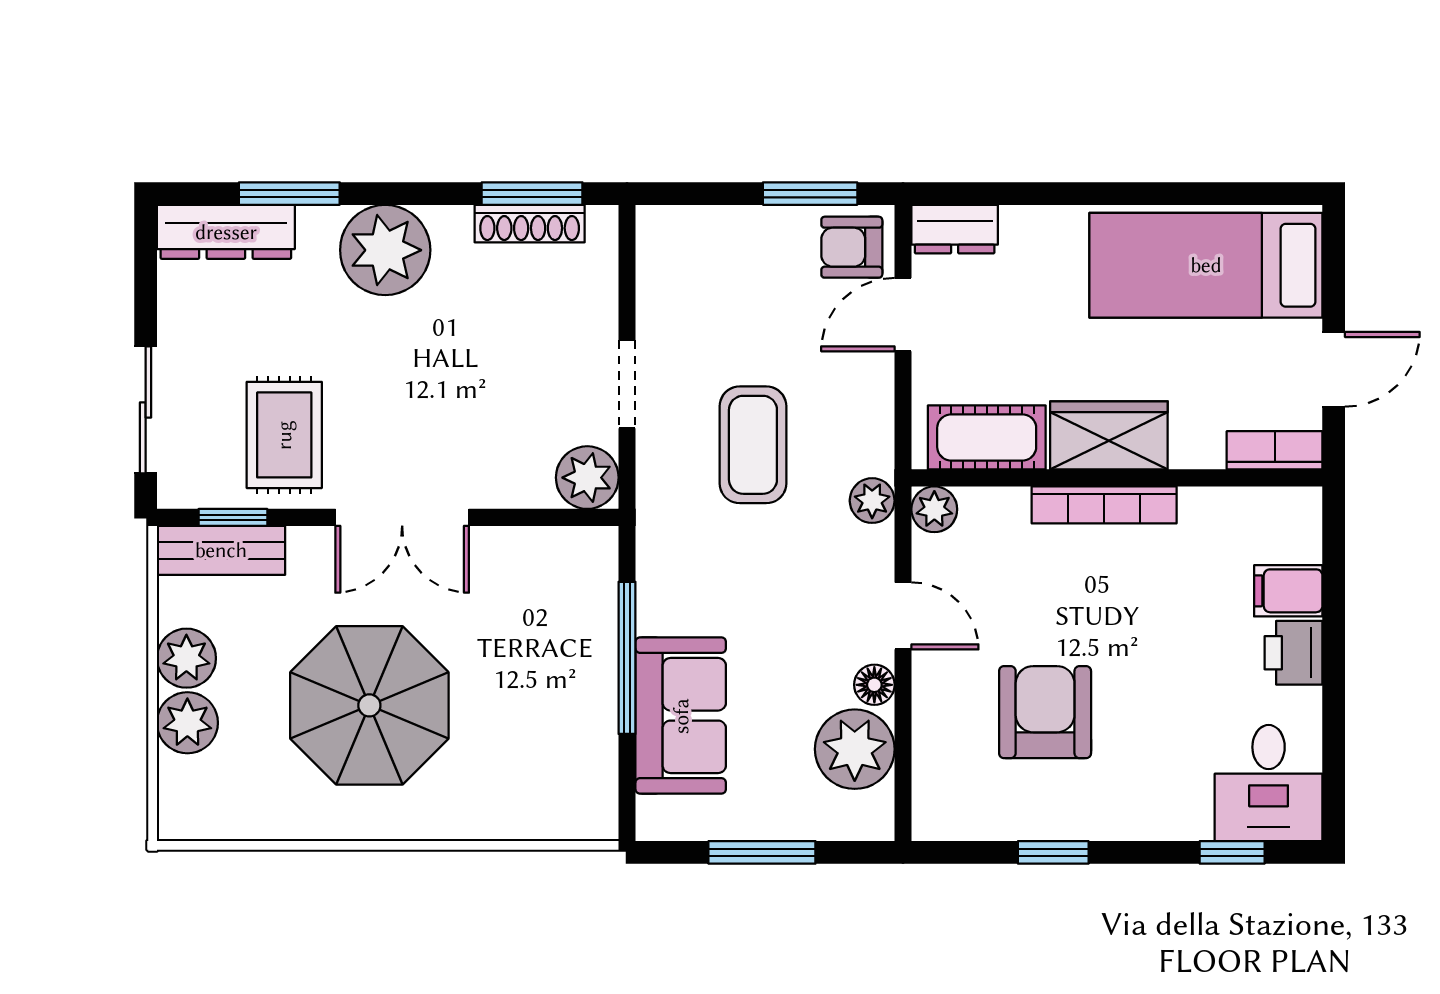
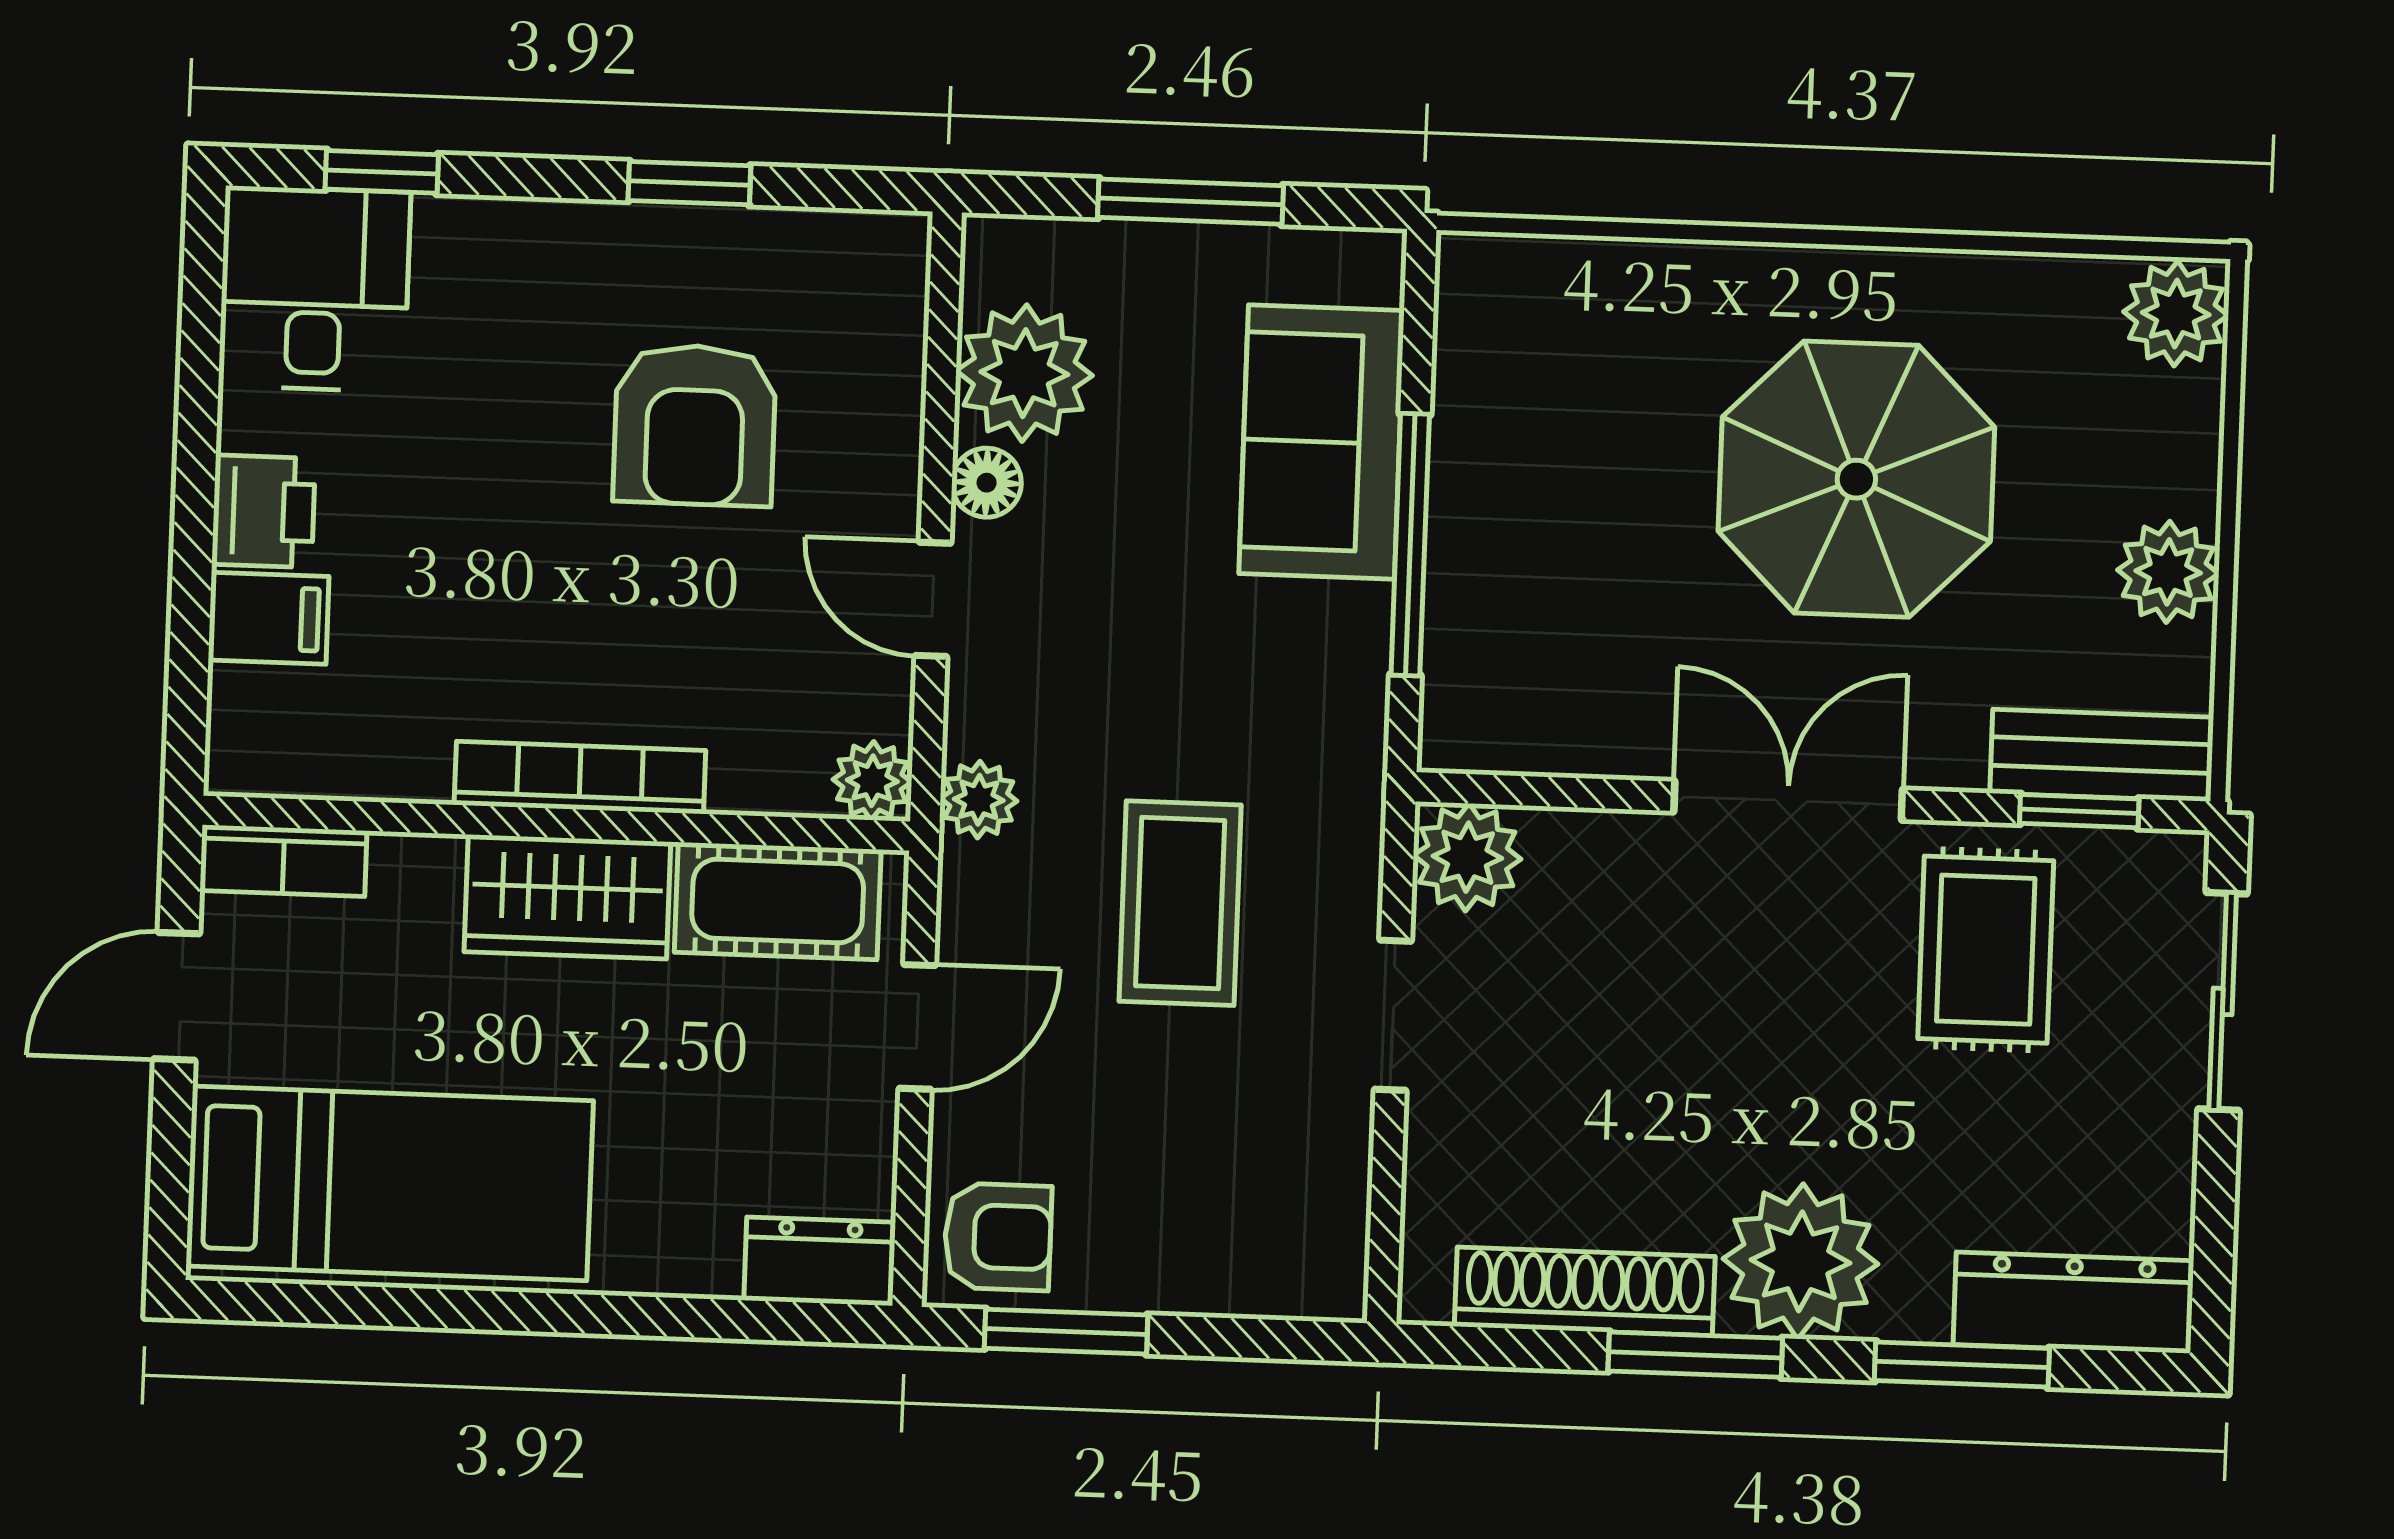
window: (532, 194) -> (1695, 1355), moved
shoe rack: (530, 224) -> (1585, 1291), width x1.36, depth x1.24
door: (903, 315) -> (917, 1027), moved
plant: (187, 723) -> (2176, 314), moved

